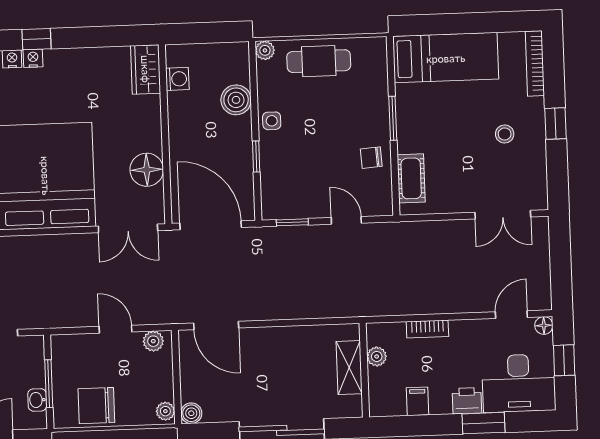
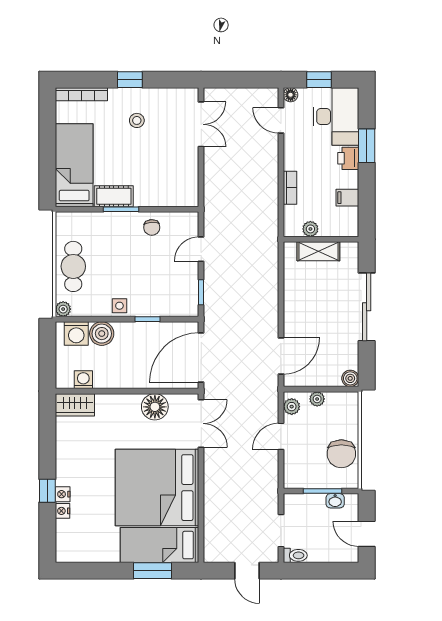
washing machine: (235, 68) -> (76, 333), added
cot: (411, 178) -> (114, 196), moved
plant: (165, 411) -> (317, 399), moved

